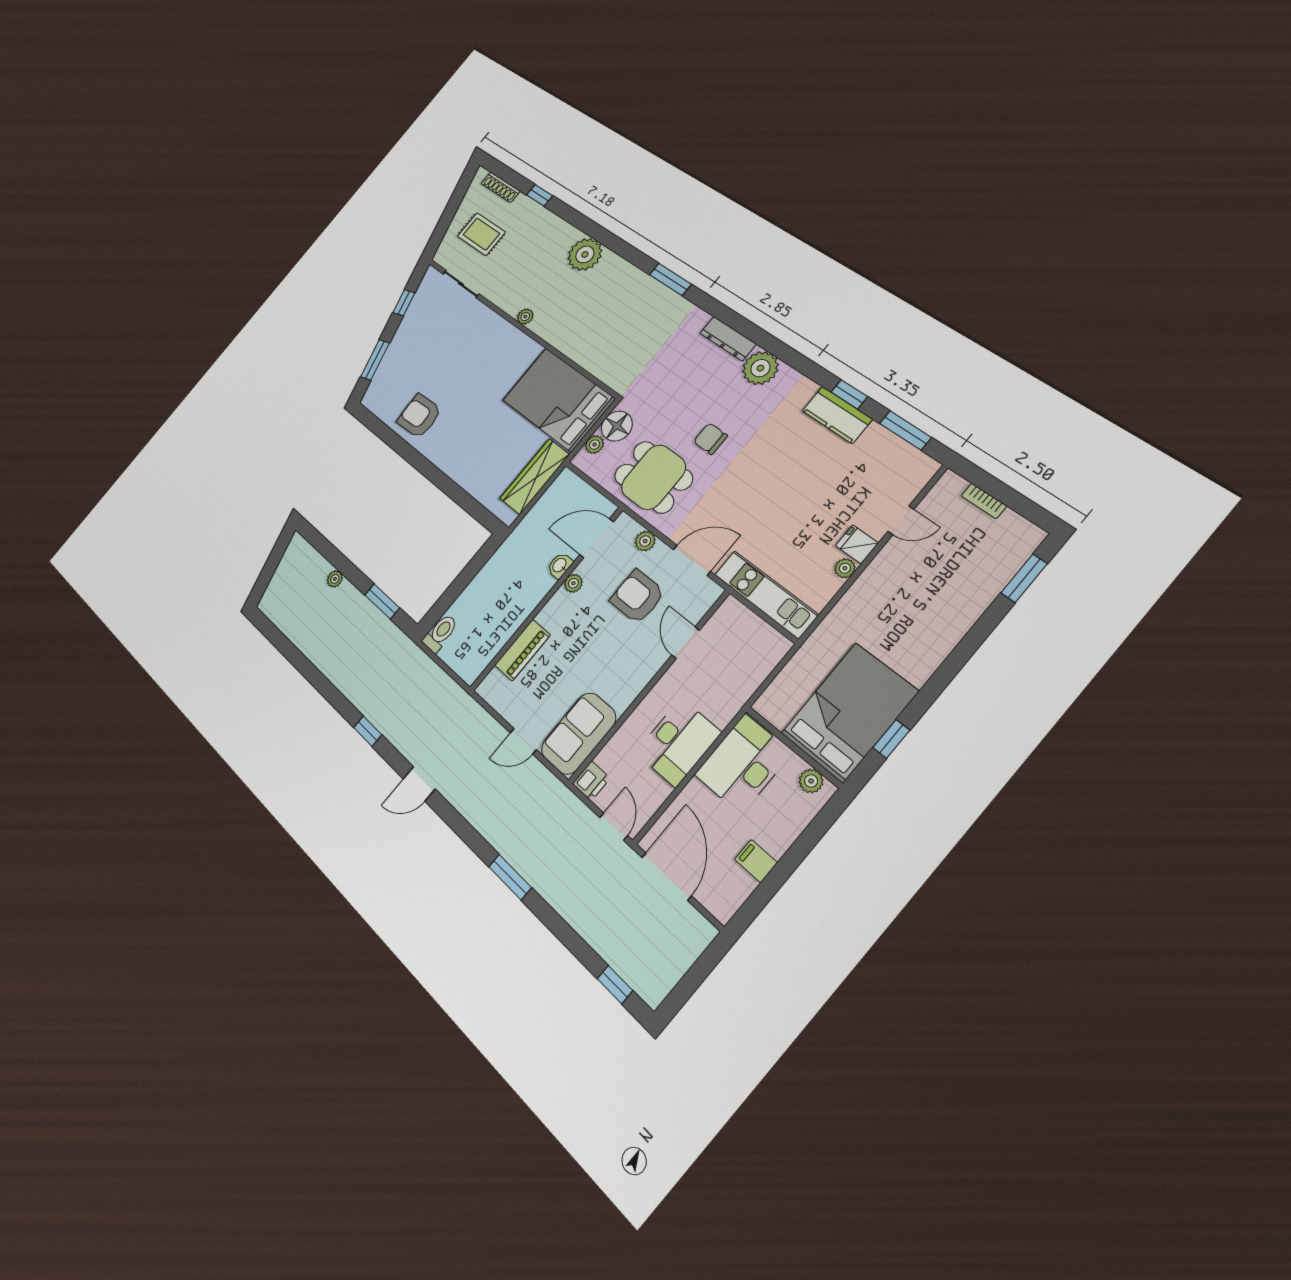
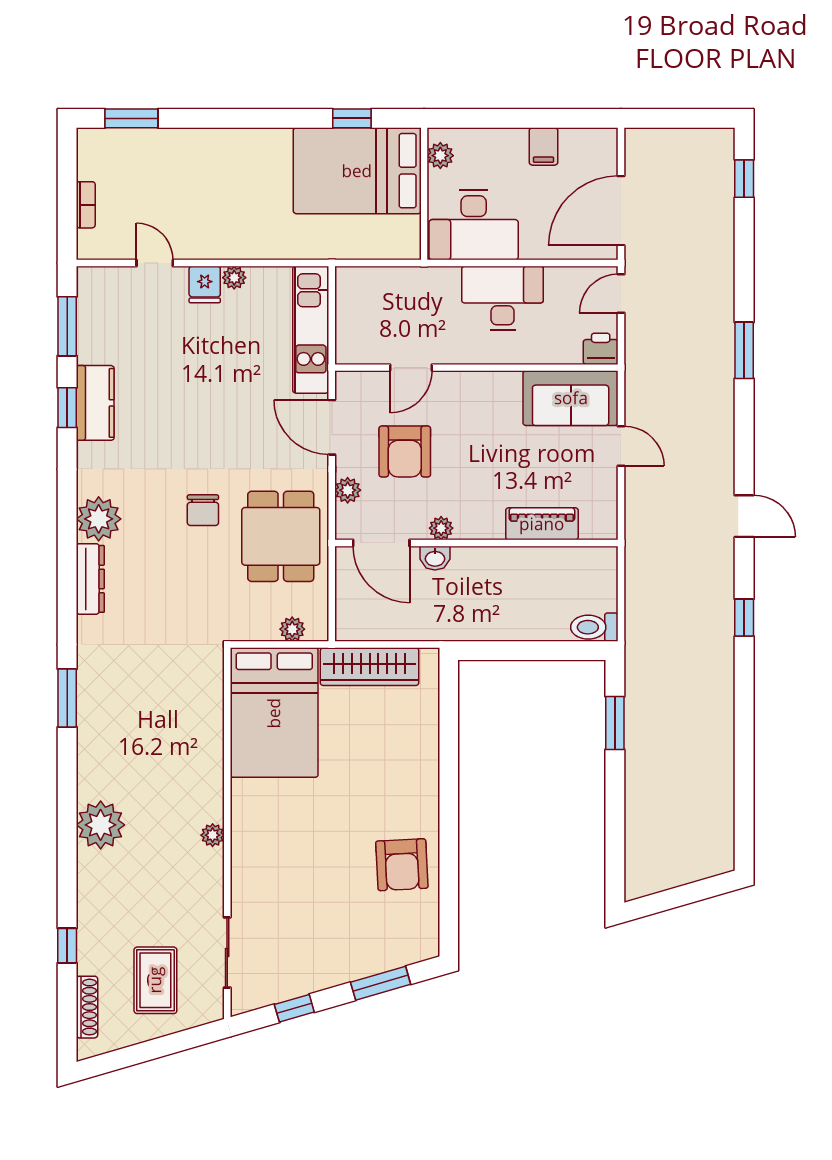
floor lamp: (617, 426) -> (257, 621), removed
plant: (335, 579) -> (636, 802), removed

